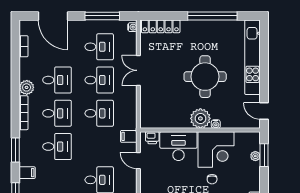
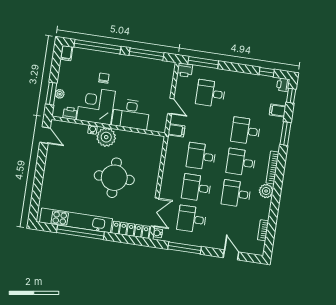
door: (53, 16) -> (231, 255), width x0.53
kitchen unit: (253, 57) -> (76, 220), moved, turned -90
double door: (138, 70) -> (155, 212), moved
round table: (205, 77) -> (114, 178), moved
printer: (152, 138) -> (70, 113), moved

